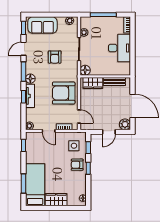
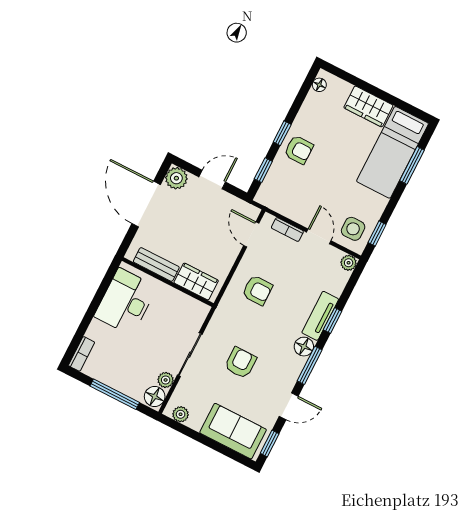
desk: (120, 48) -> (125, 302), moved
floor lamp: (85, 70) -> (155, 396), moved
armchair: (64, 93) -> (257, 290), width x0.53, depth x0.53
side table: (74, 146) -> (353, 229), moved

